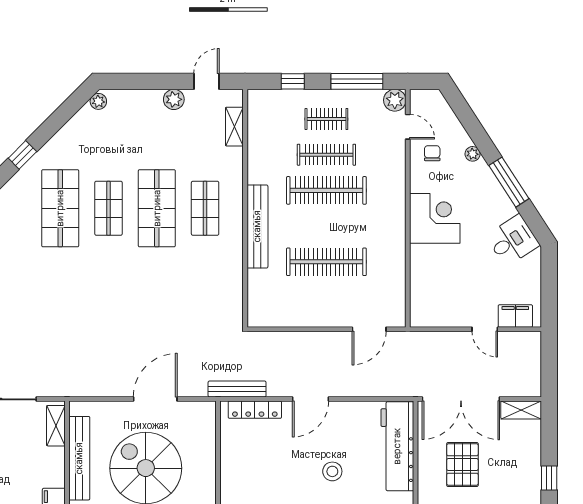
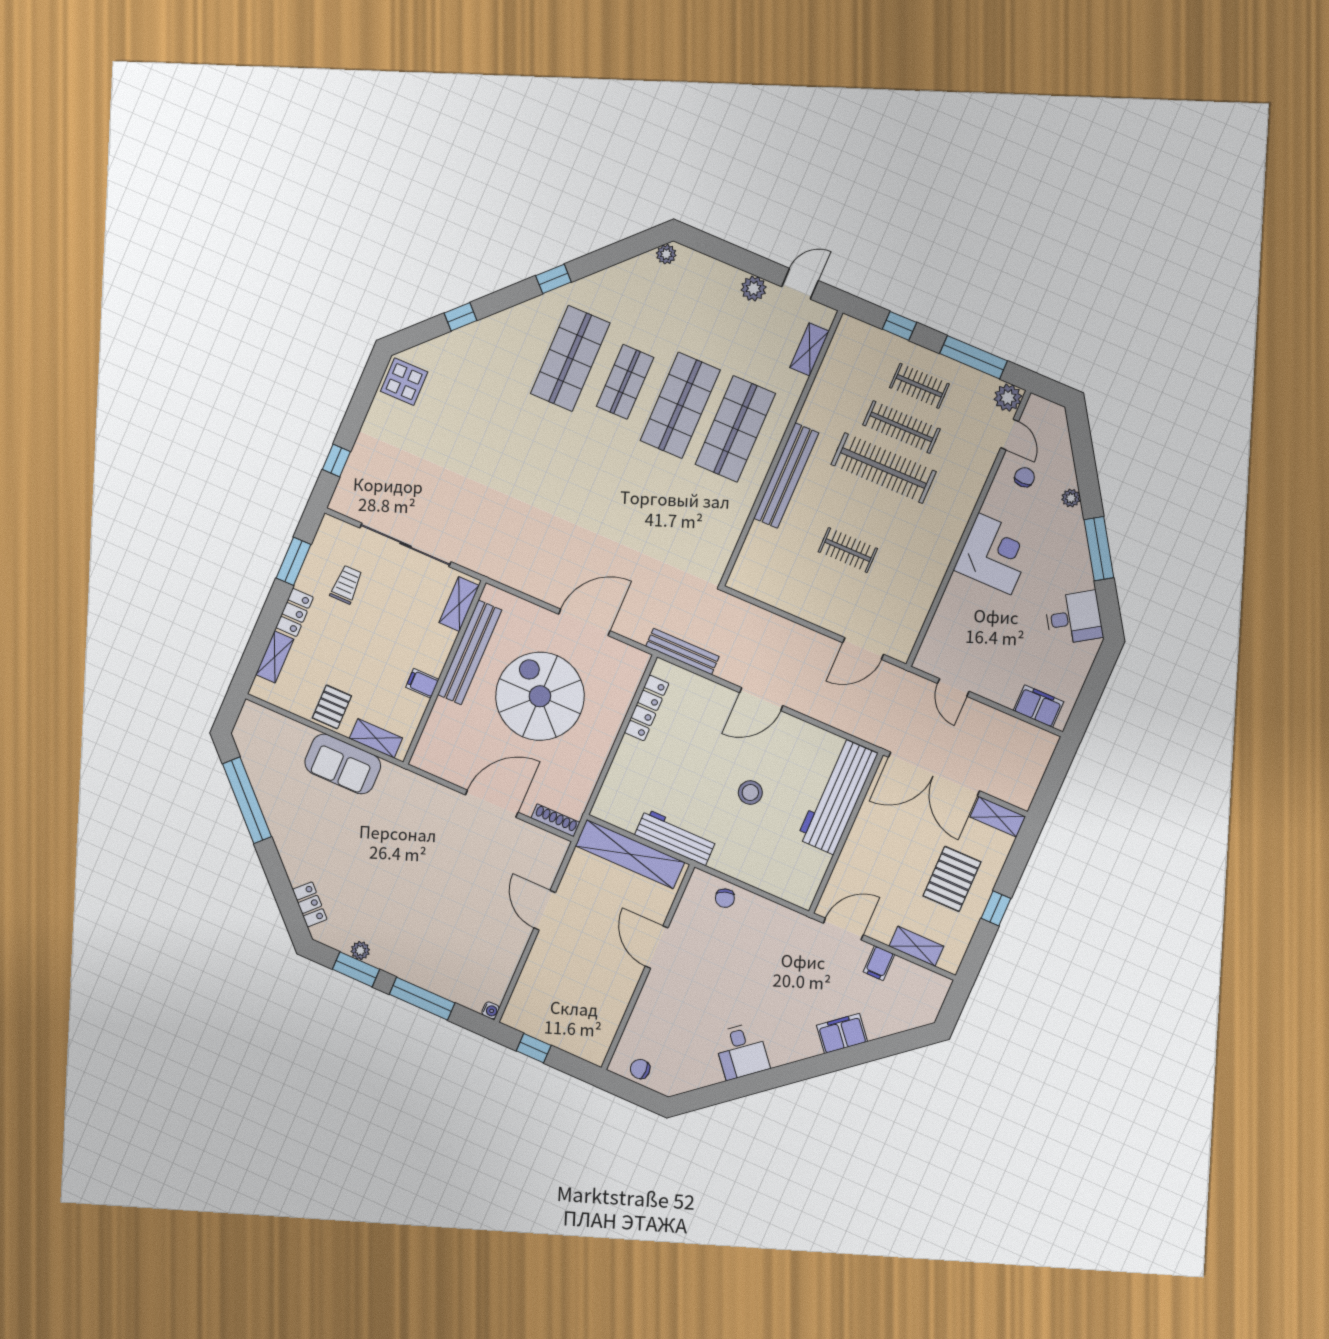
shop shelf: (205, 208) -> (735, 429), width x1.43, depth x1.36
clothes rail: (326, 262) -> (848, 550), width x0.54, depth x0.76
door: (485, 329) -> (953, 687), moved
locker: (255, 410) -> (647, 708), moved, turned -90
pallet: (462, 464) -> (952, 879), moved

